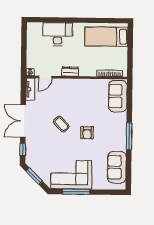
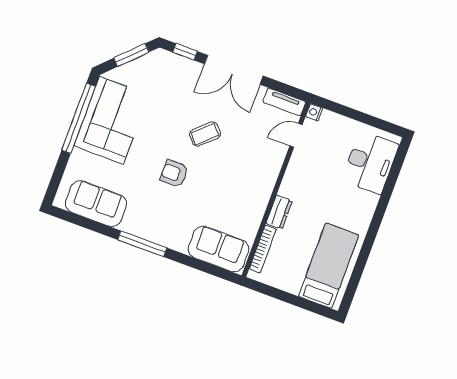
desk: (58, 34) -> (370, 163), moved
dresser: (70, 71) -> (279, 212), moved
door: (45, 77) -> (296, 135), hinge flipped
double door: (23, 121) -> (234, 70), swing flipped
window: (76, 192) -> (79, 118), width x1.46

